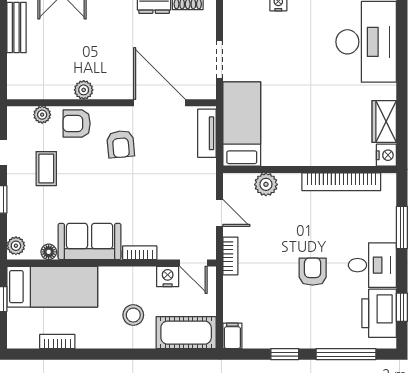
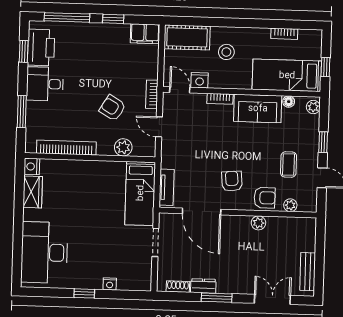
armchair: (313, 272) -> (113, 108), moved, turned 121
filing cabinet: (232, 336) -> (145, 34), width x2.00

